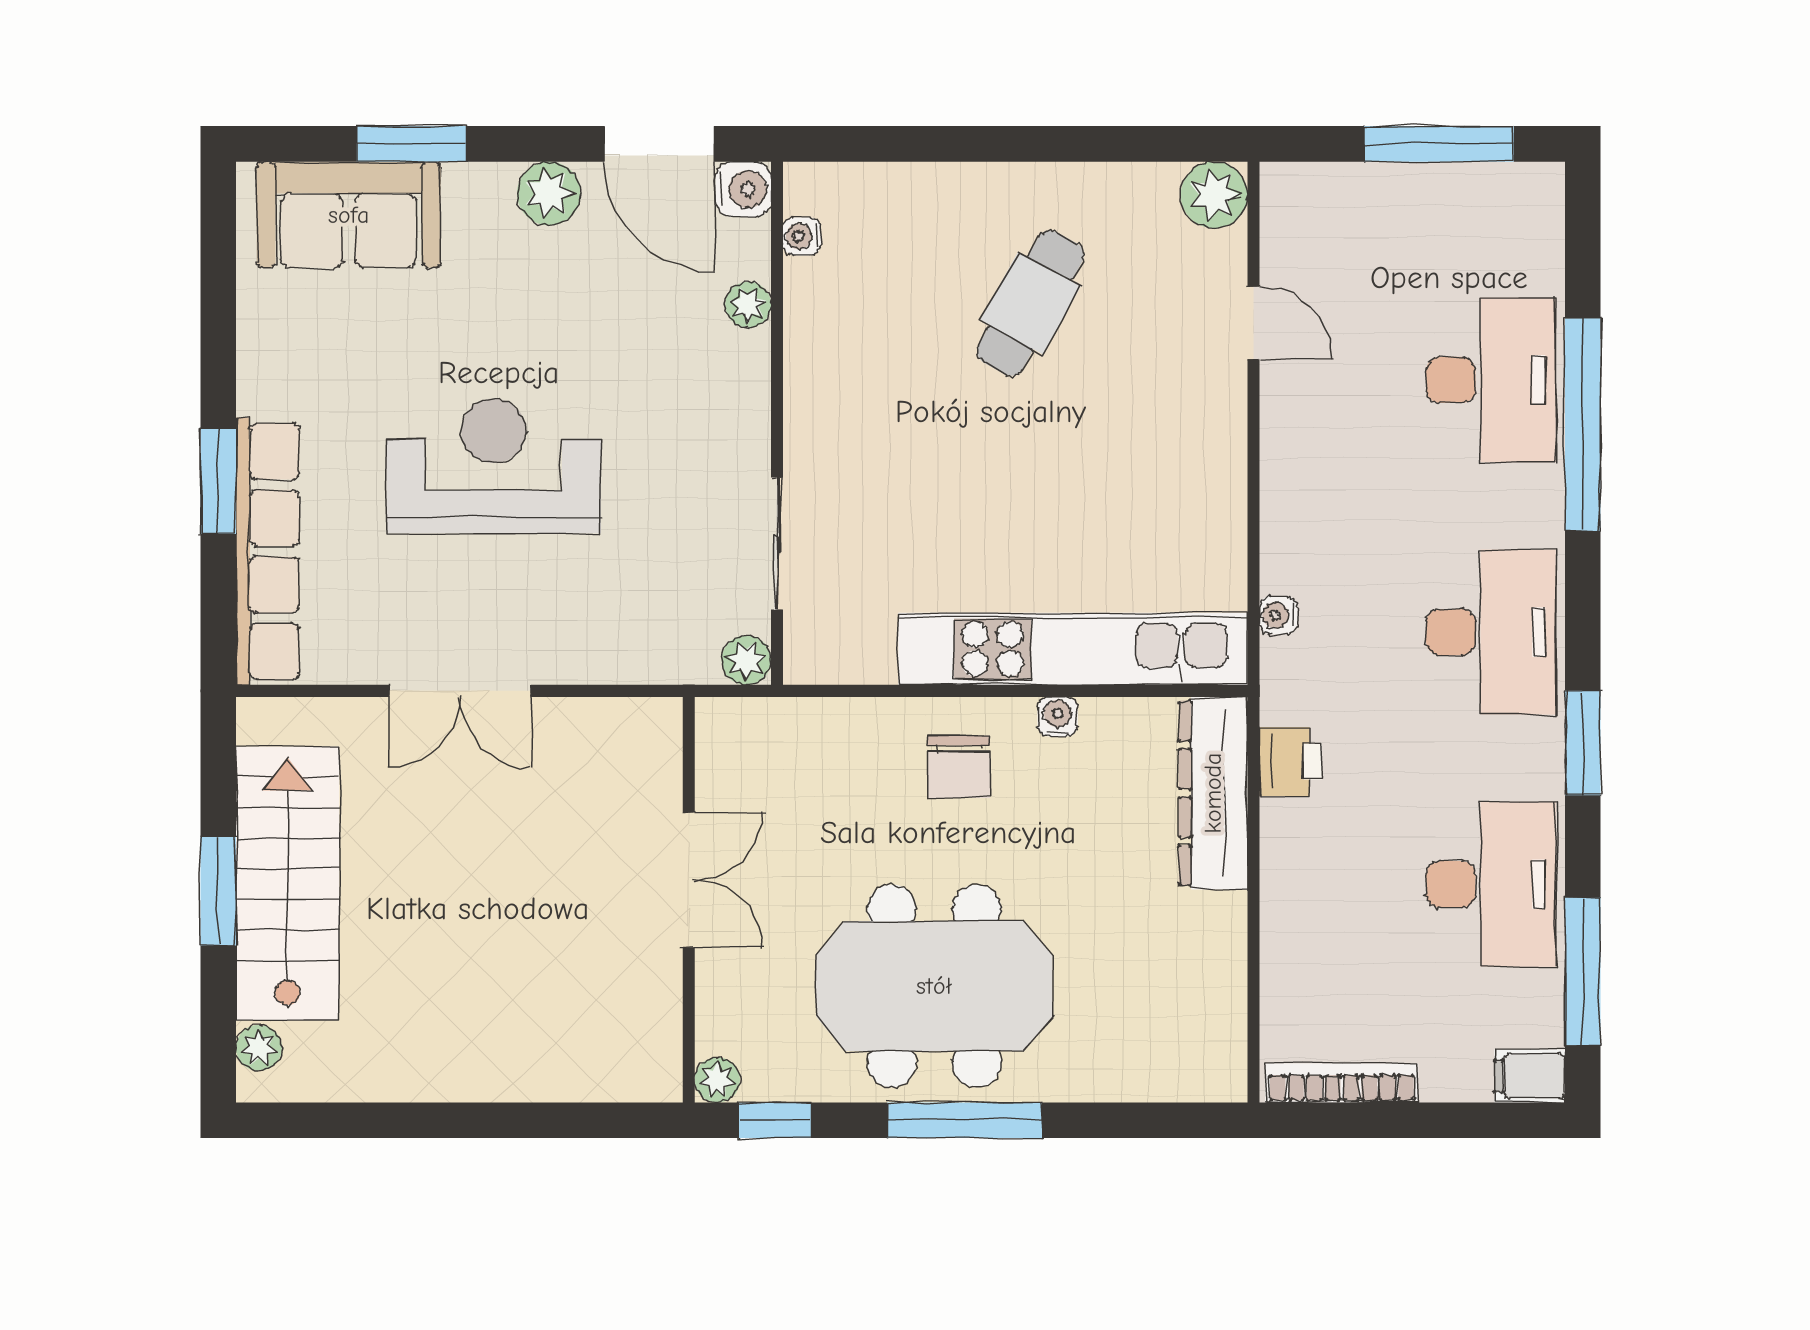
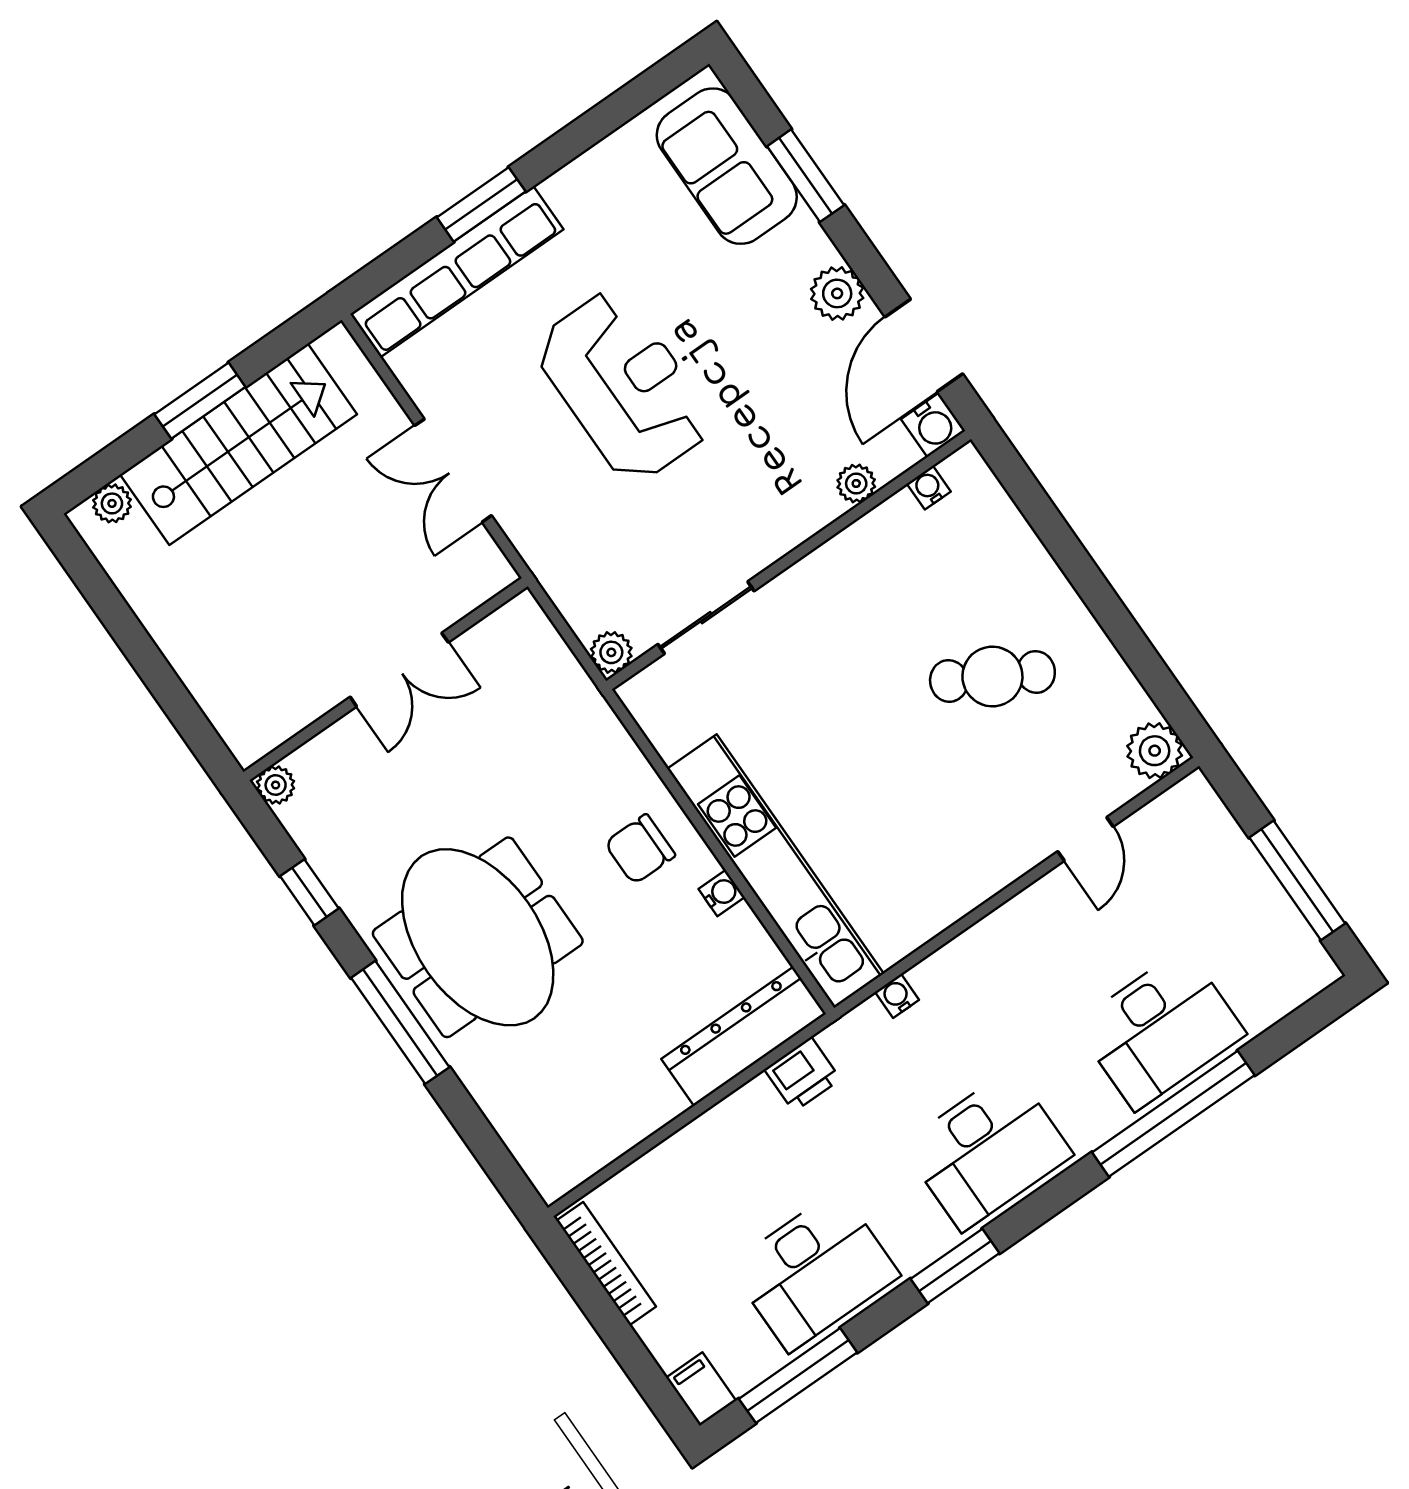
double door: (689, 880) -> (399, 670), moved
wall: (689, 900) -> (386, 679), moved
plant: (717, 1080) -> (276, 785), moved

